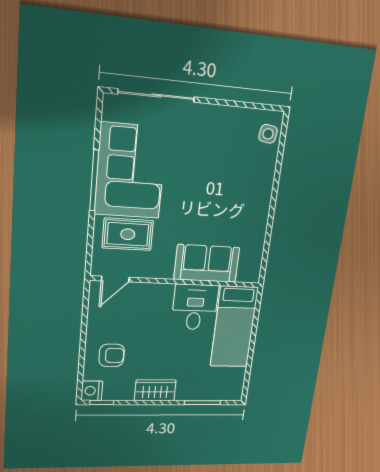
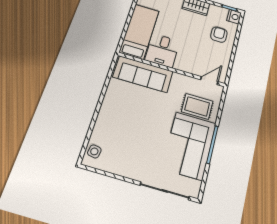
sofa: (207, 263) -> (143, 74), width x1.36
armchair: (112, 355) -> (219, 35), turned 90

